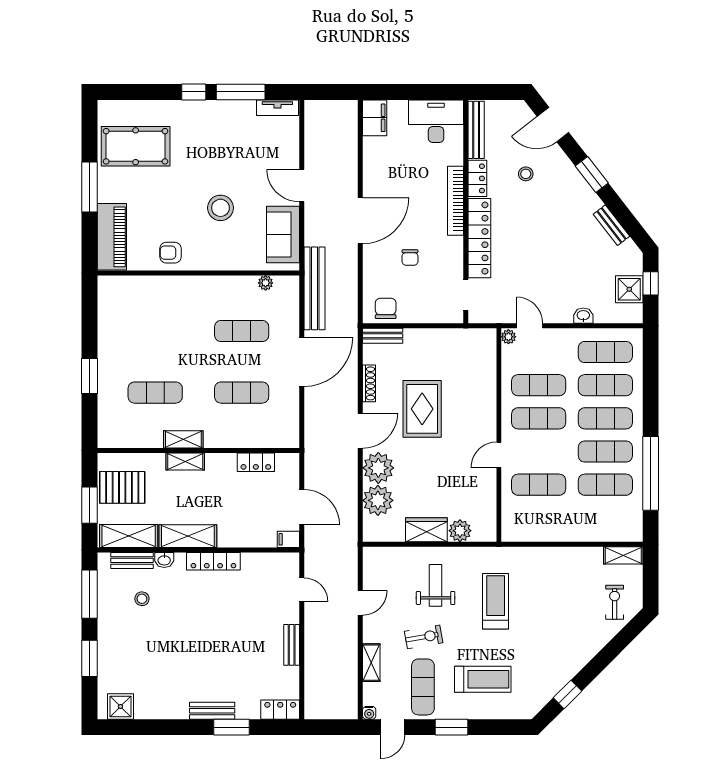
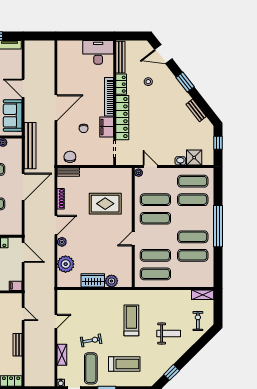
filing cabinet: (375, 118) -> (107, 127), moved, turned 180
shower: (629, 289) -> (194, 158), moved
rug: (422, 409) -> (105, 204), moved, turned 90
exercise mat: (605, 418) -> (155, 274), moved
plant: (378, 468) -> (62, 242), width x0.53, depth x0.53
window: (651, 473) -> (218, 226), moved
door: (302, 507) -> (23, 253), moved
weight bench: (436, 585) -> (169, 333), moved, turned 90

